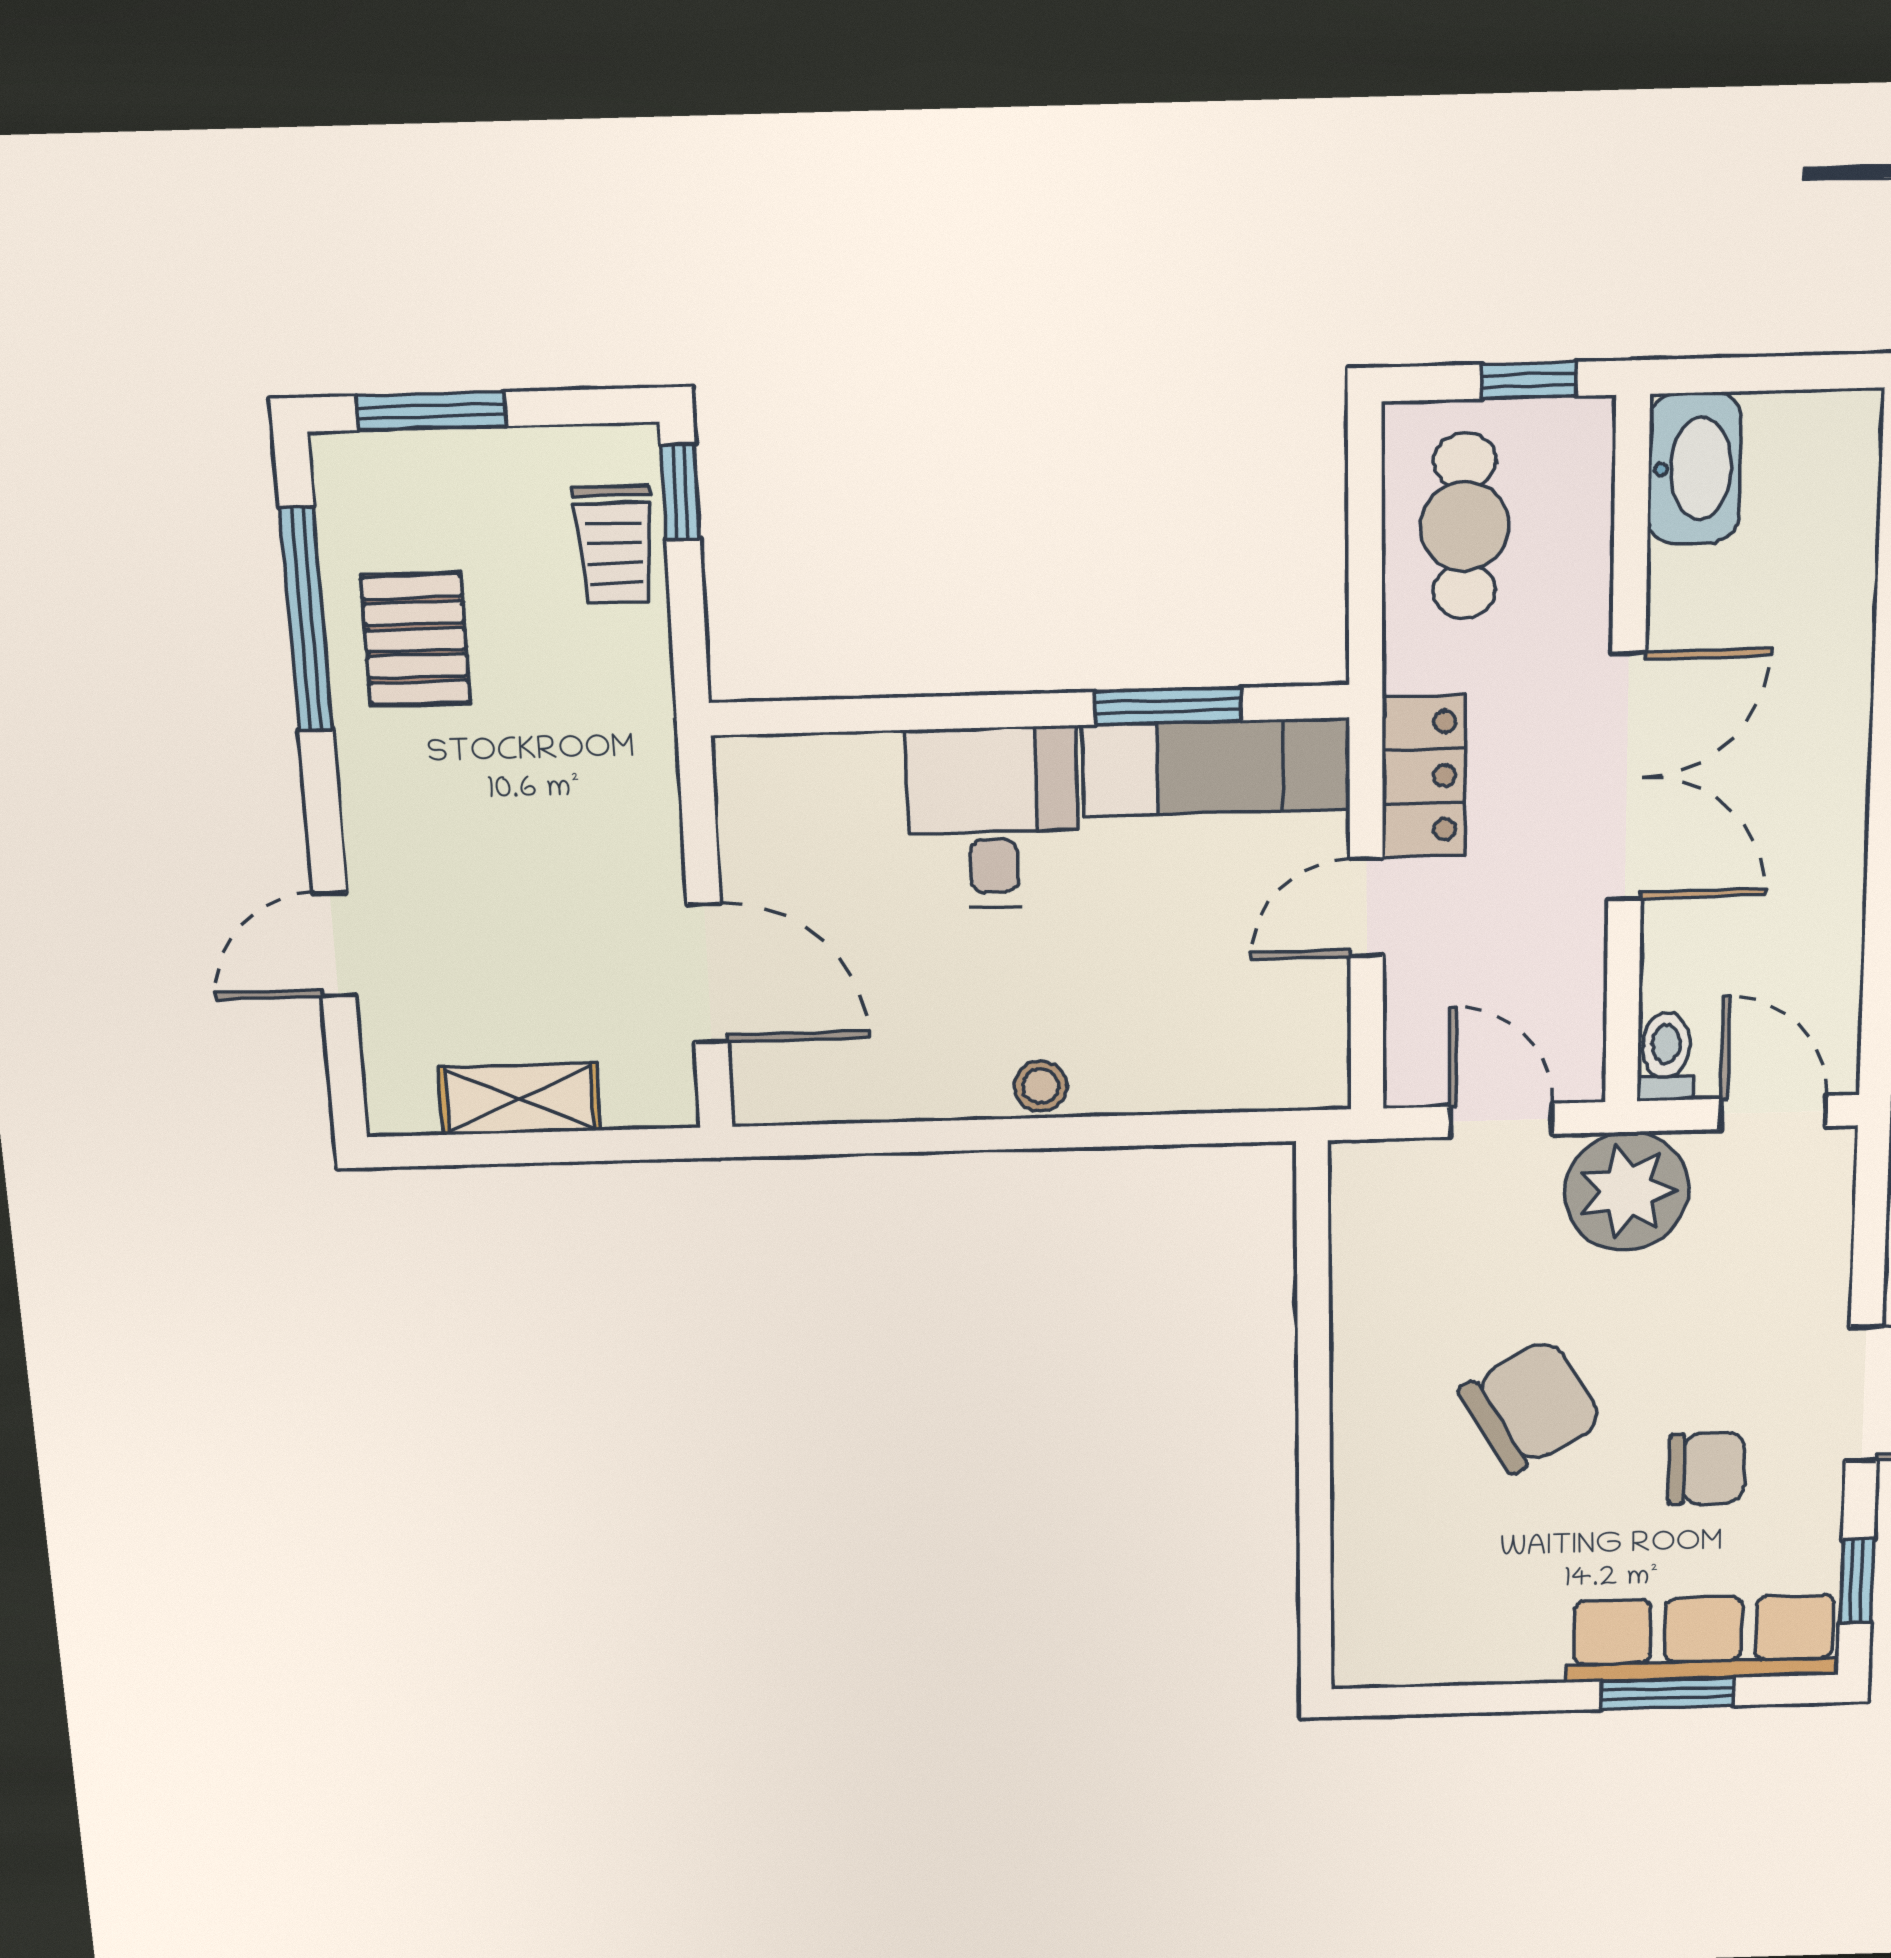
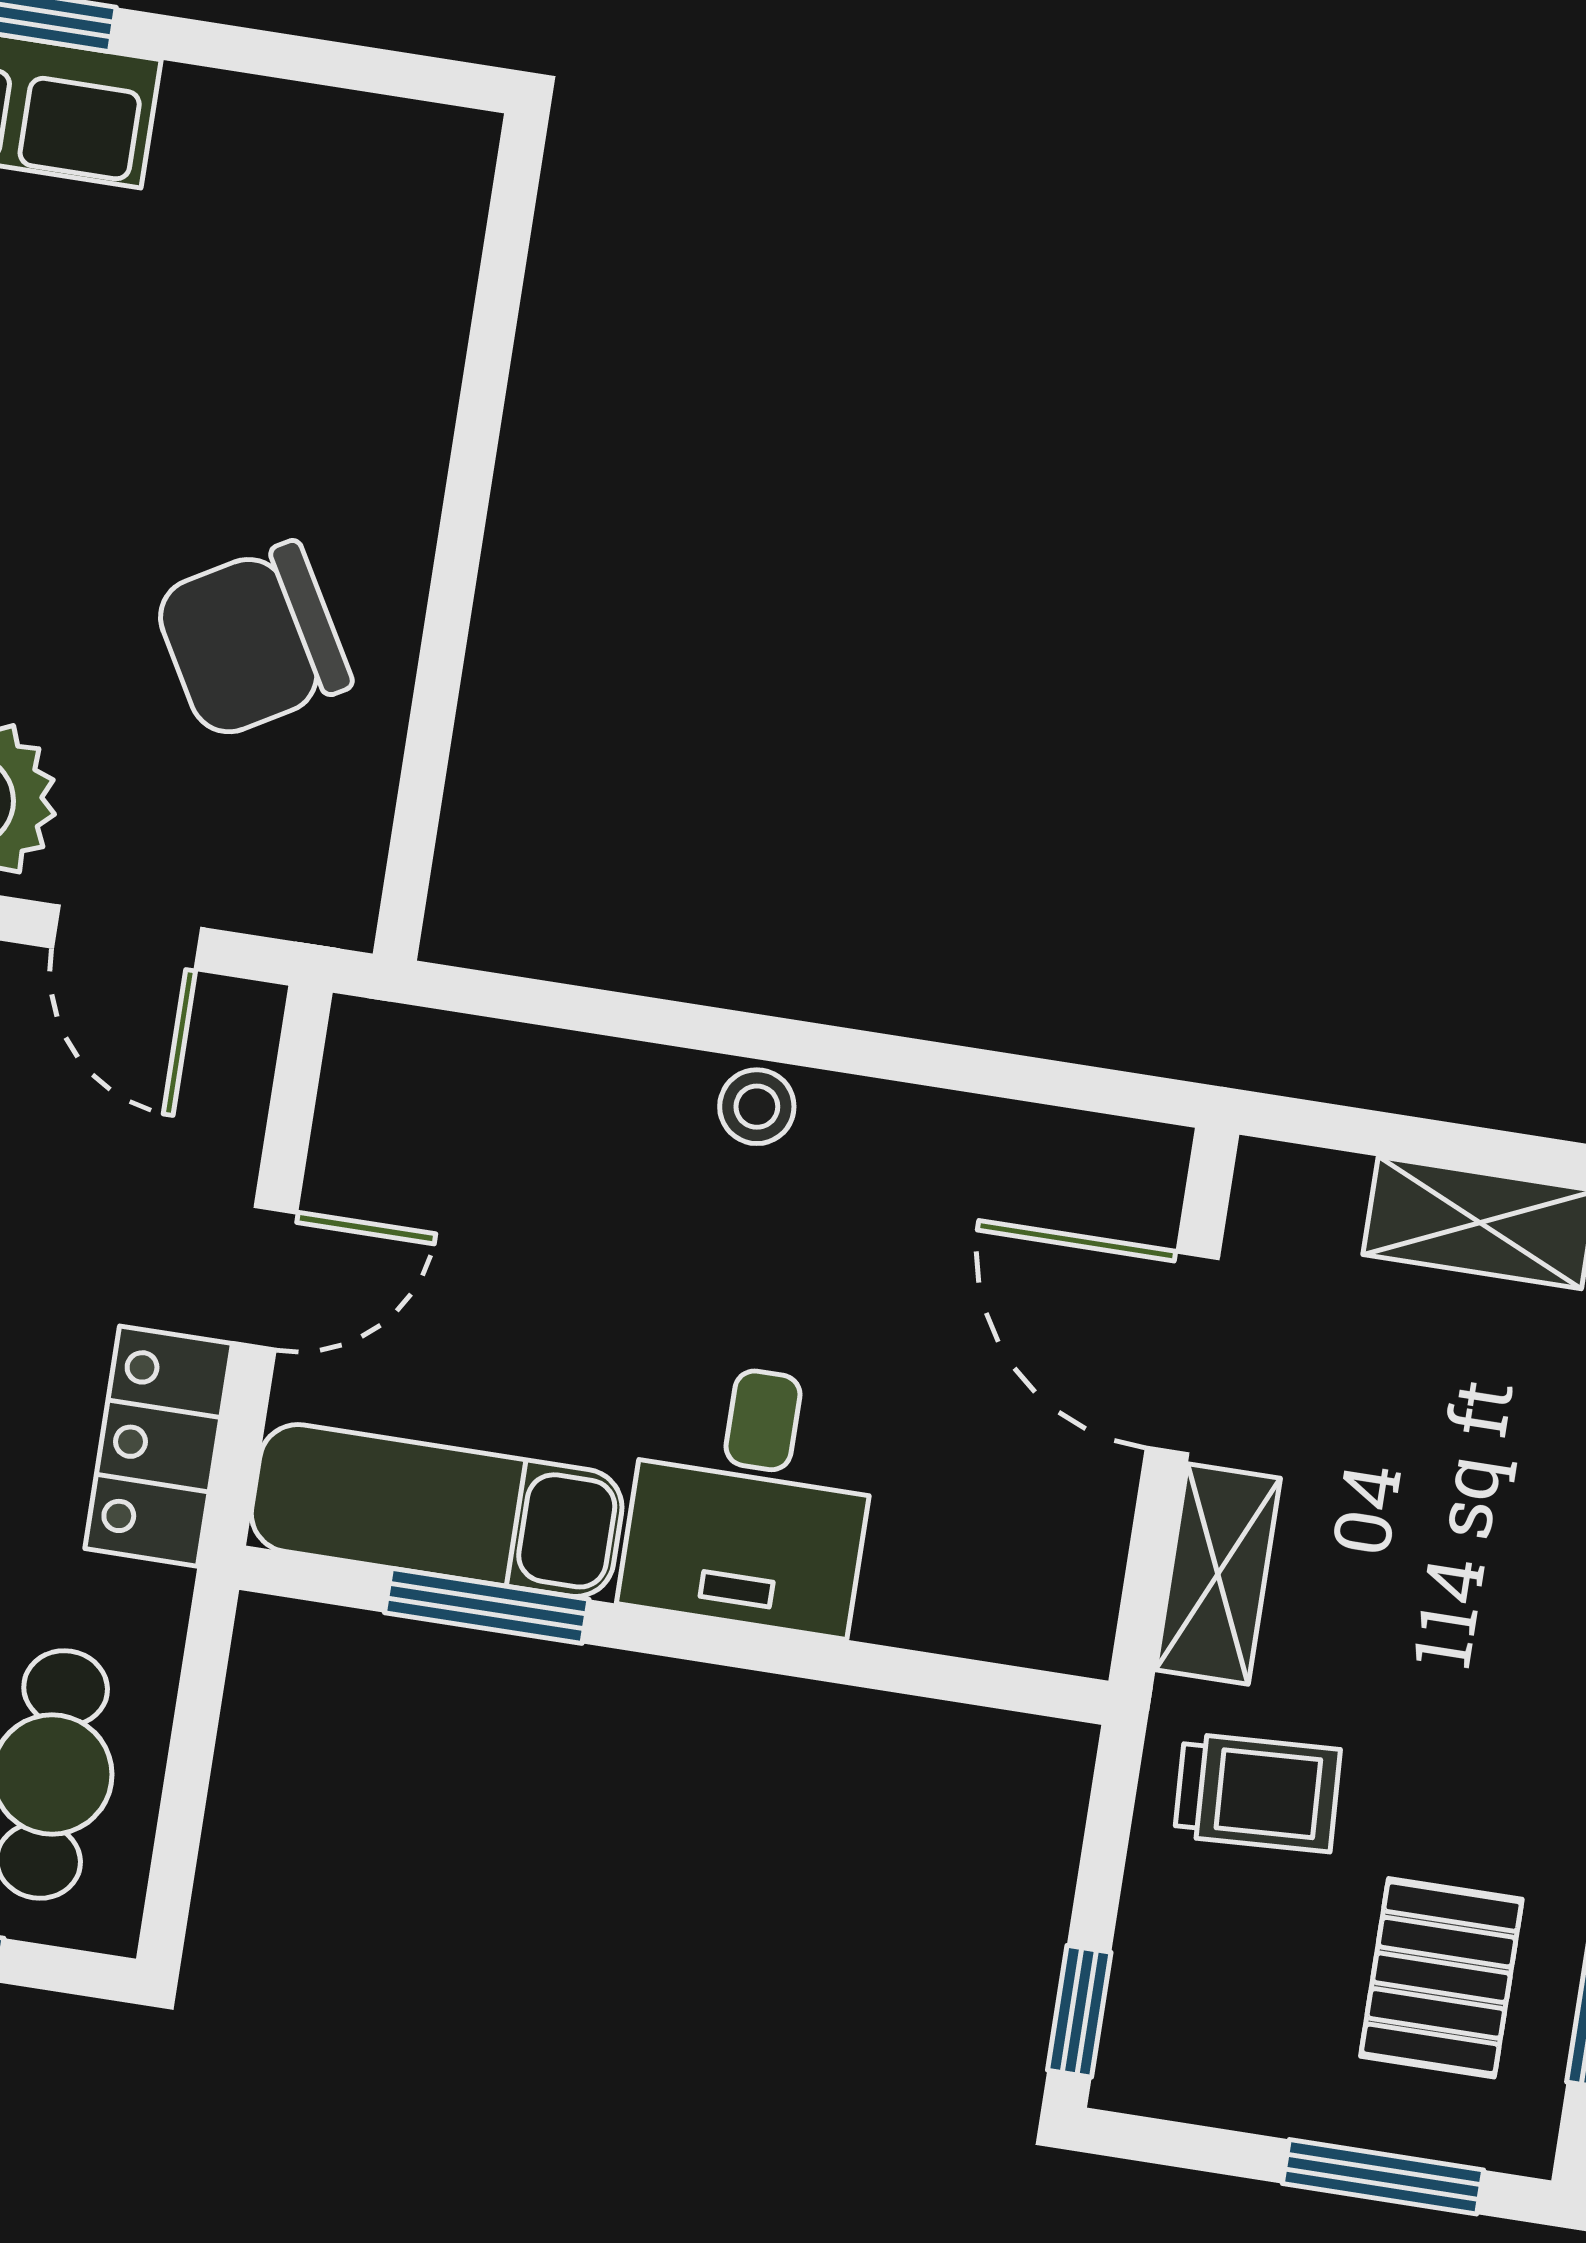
trolley: (614, 545) -> (1257, 1793), moved, turned 87
pallet: (416, 640) -> (1441, 1978), moved
shelving: (649, 825) -> (1218, 1574), added
chair: (1531, 1406) -> (252, 640), moved

